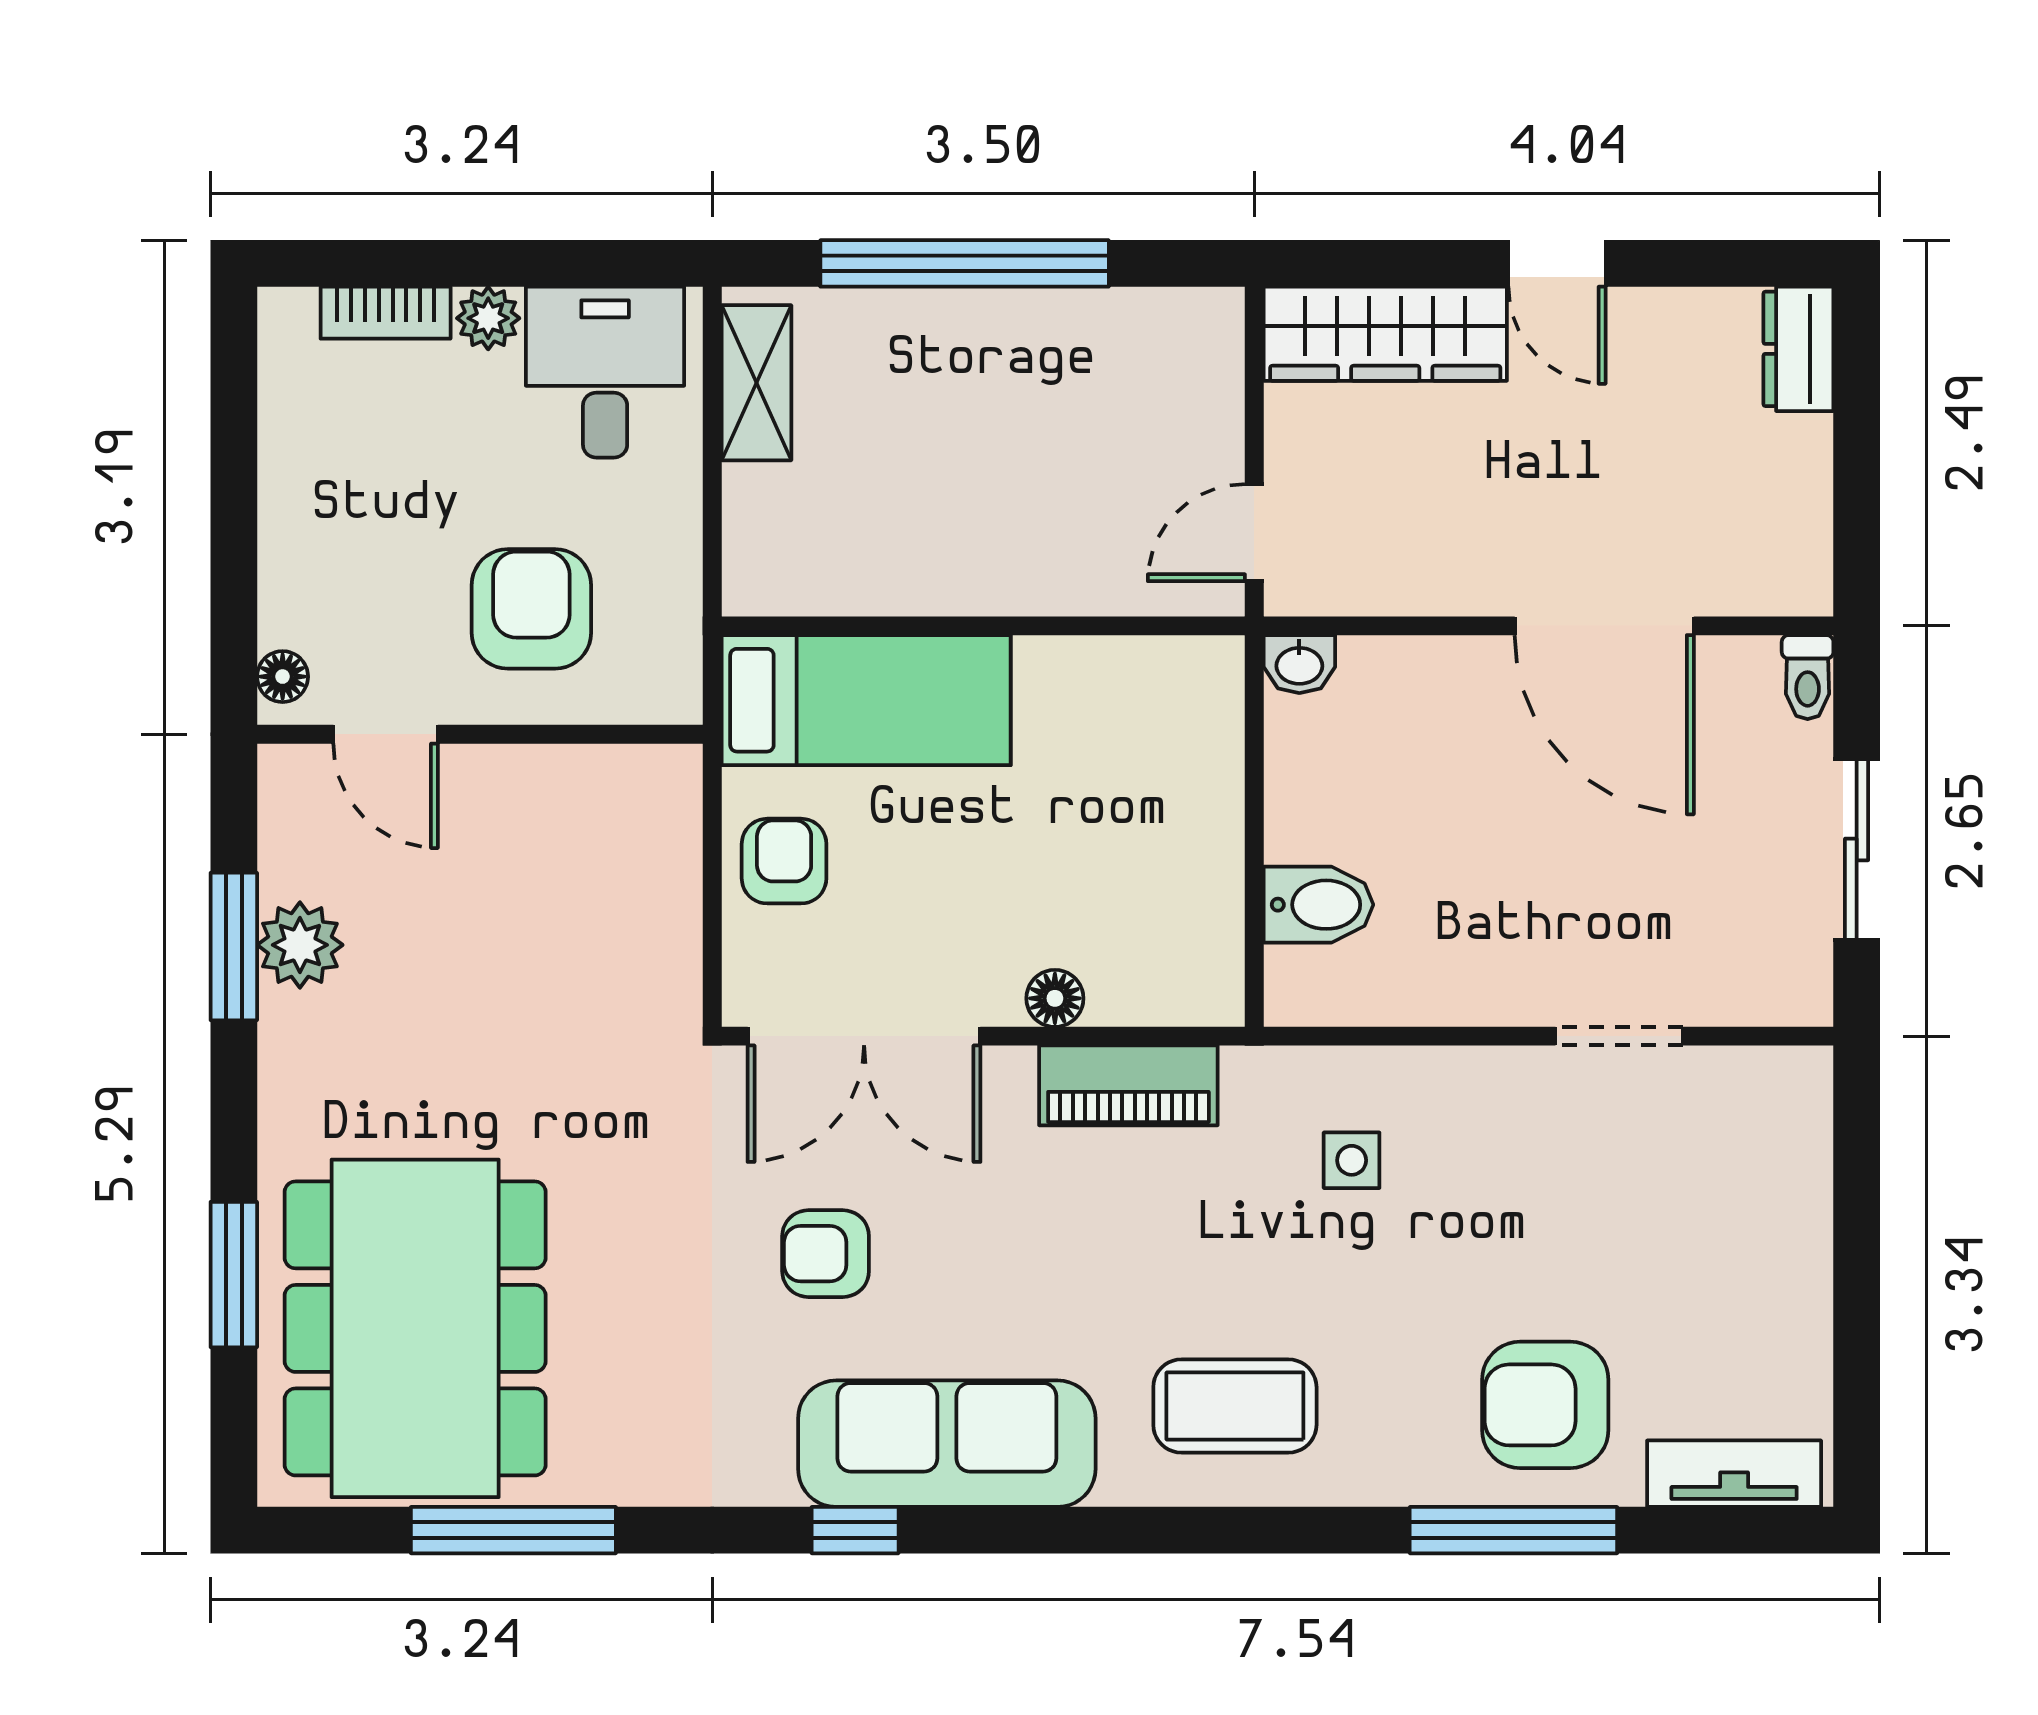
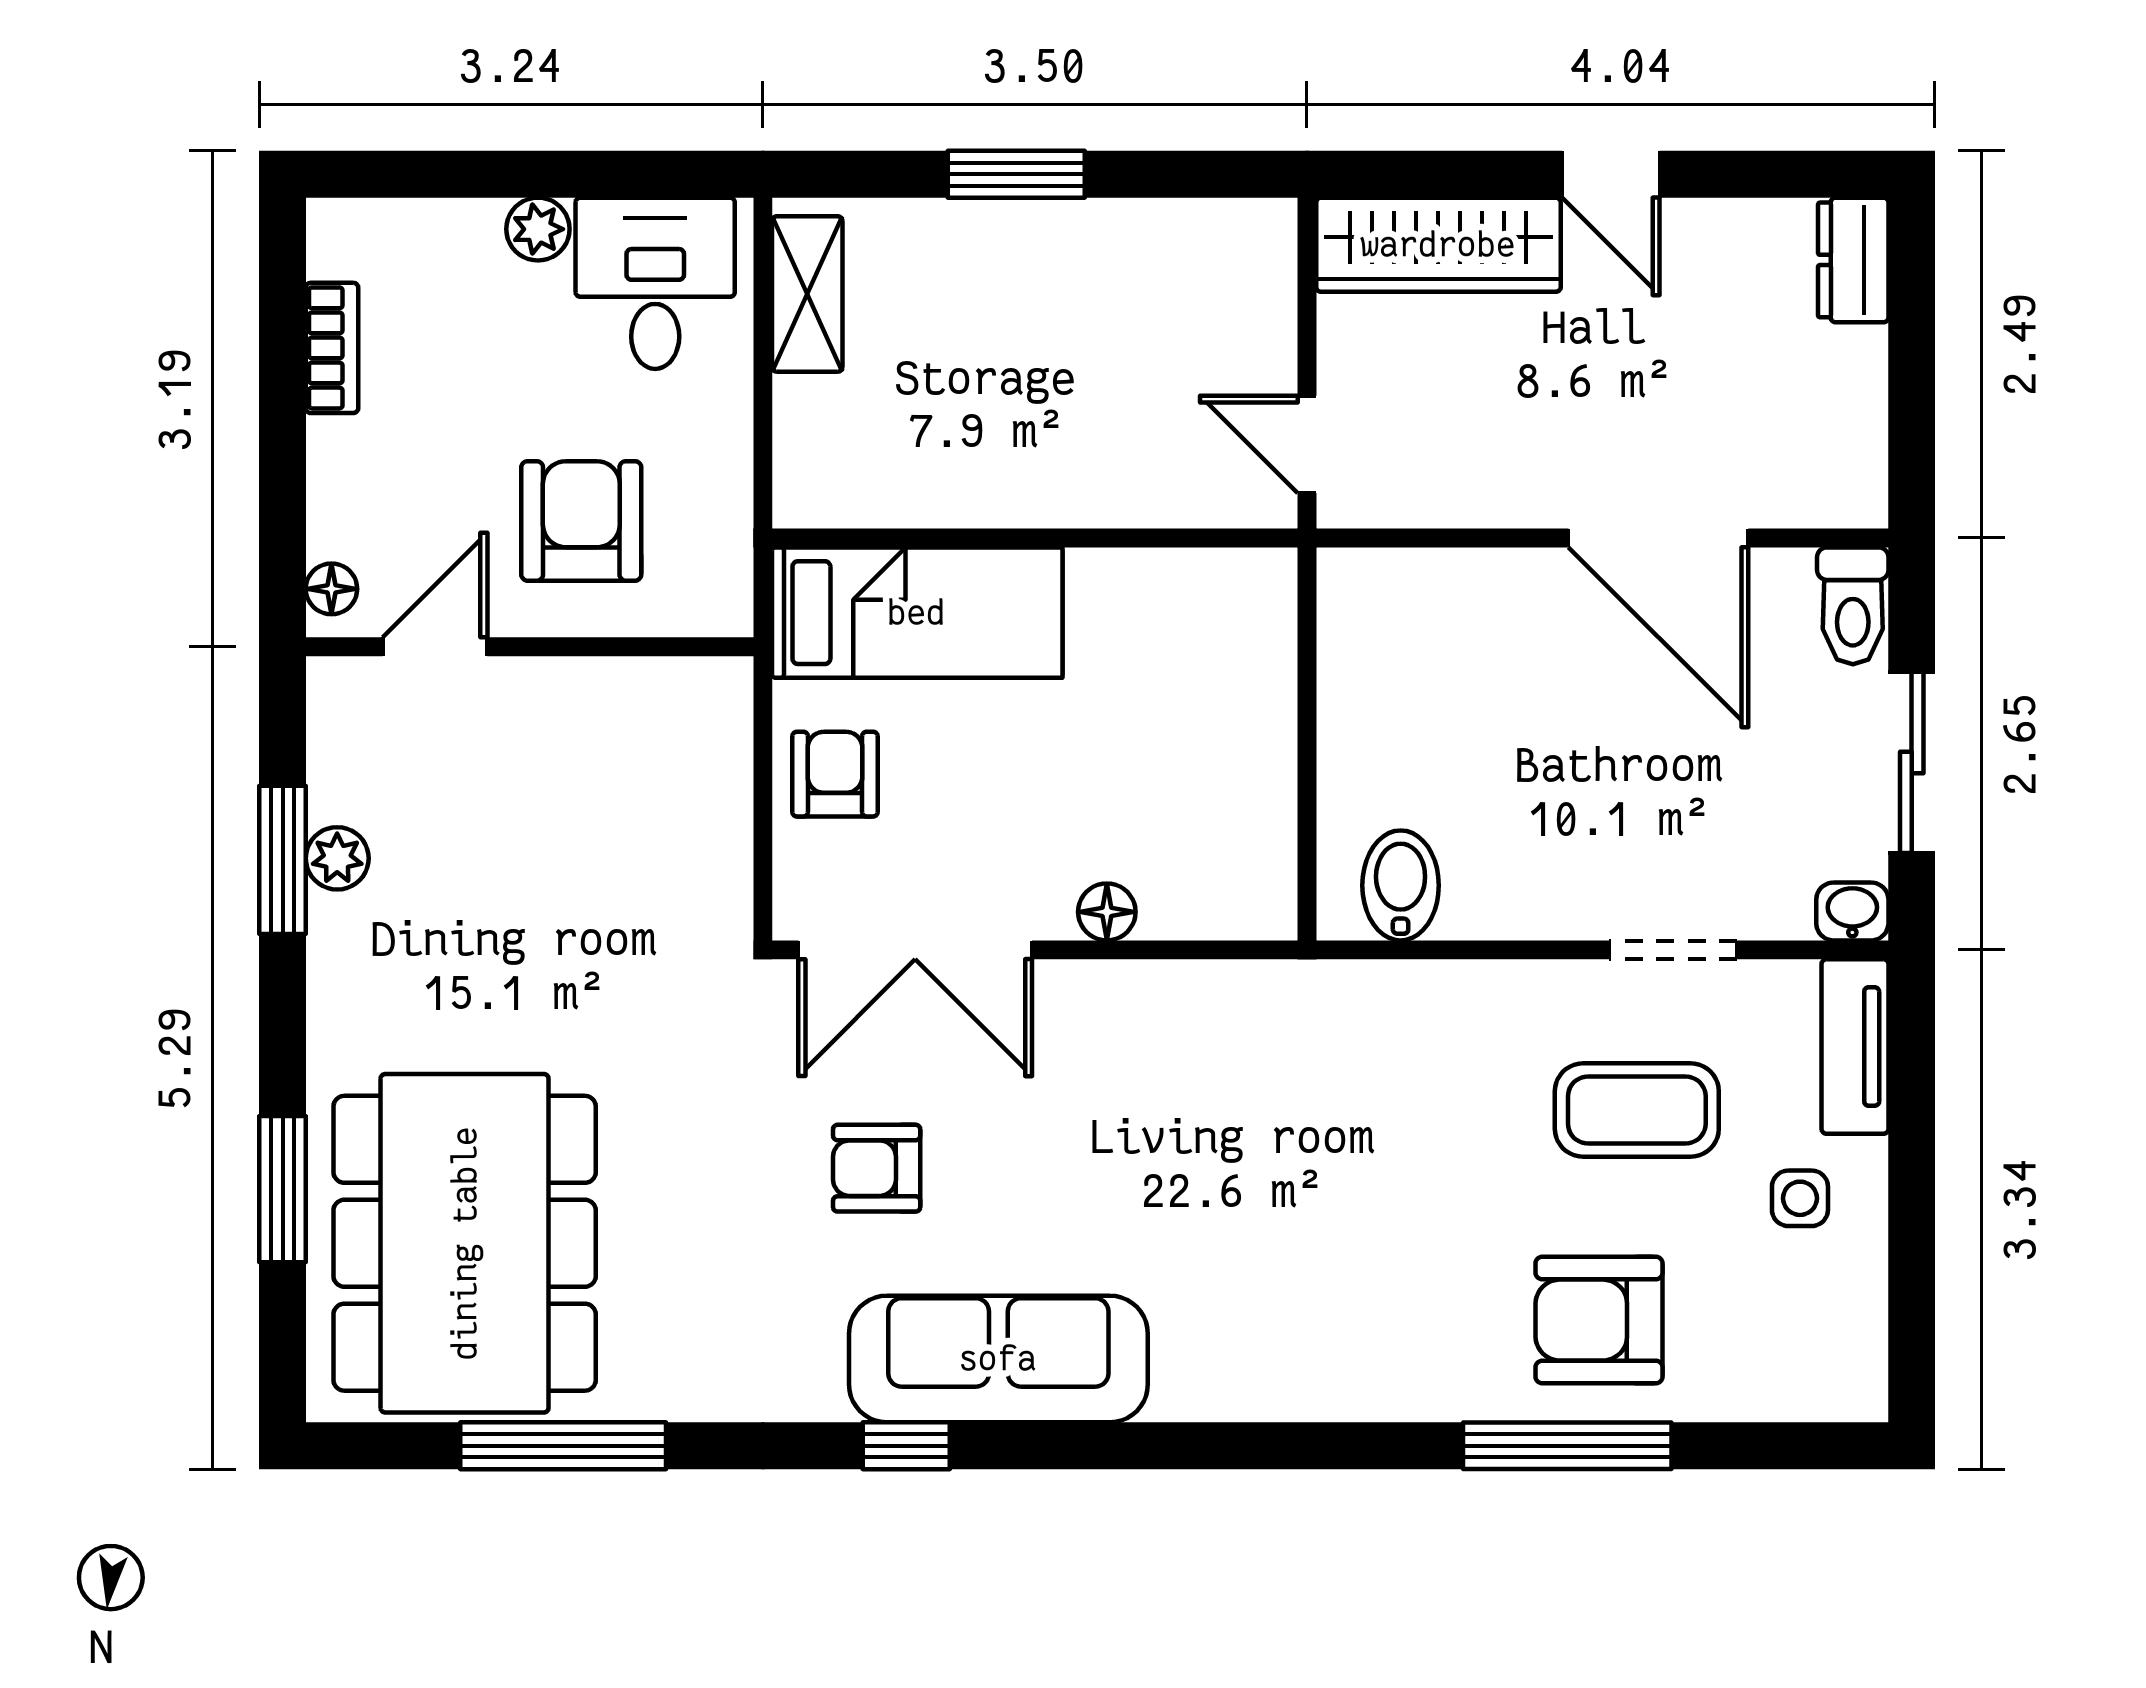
window: (965, 263) -> (1016, 174), width x0.47
bookcase: (386, 313) -> (332, 348), moved, turned -90
door: (1254, 533) -> (1307, 444), hinge flipped
washbasin: (1299, 664) -> (1852, 911), moved, turned 180
toilet: (1808, 677) -> (1853, 606), width x1.37, depth x1.39
door: (386, 734) -> (435, 647), swing flipped
bidet: (1318, 905) -> (1401, 885), moved, turned -90
plant: (300, 945) -> (337, 858), width x0.73, depth x0.73
piano: (1128, 1085) -> (1181, 999), removed
side table: (1352, 1160) -> (1800, 1198), moved
coffee table: (1235, 1406) -> (1637, 1110), moved
tv unit: (1734, 1474) -> (1855, 1047), moved, turned -90

